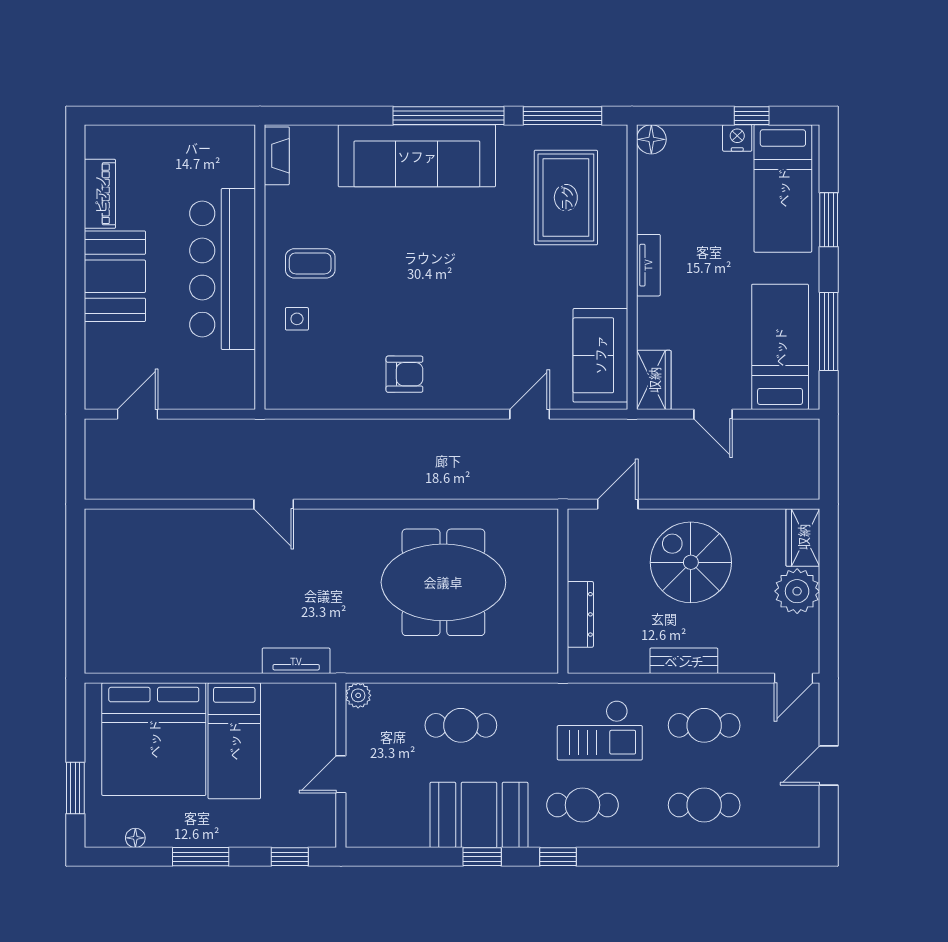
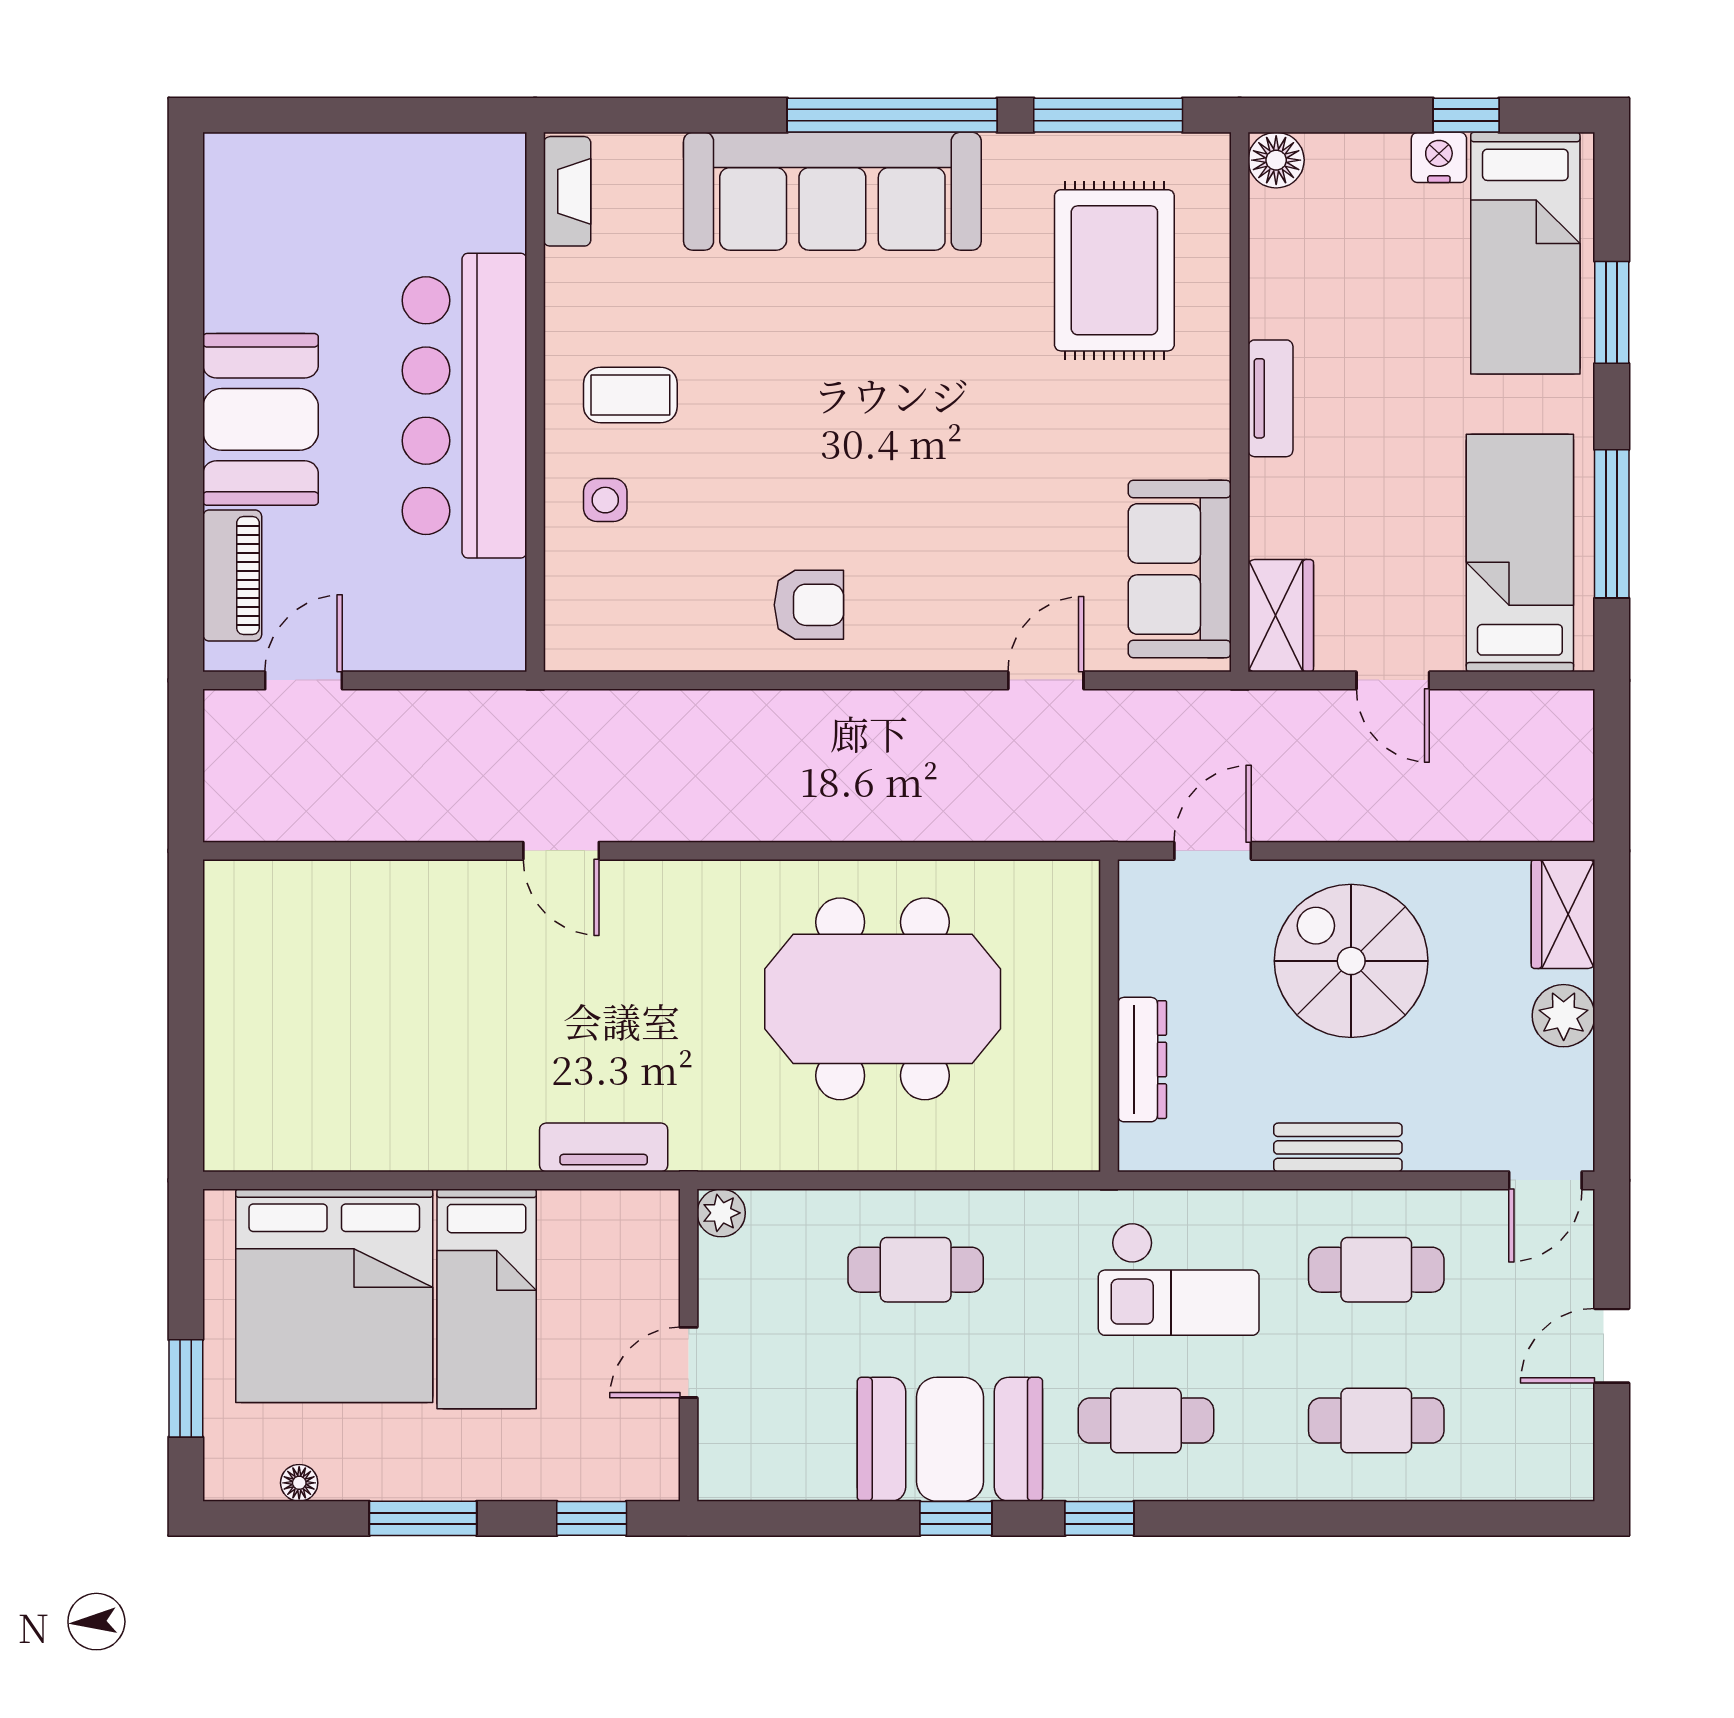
piano: (100, 194) -> (232, 575), moved
plant: (797, 591) -> (1564, 1016), width x0.73, depth x0.73

